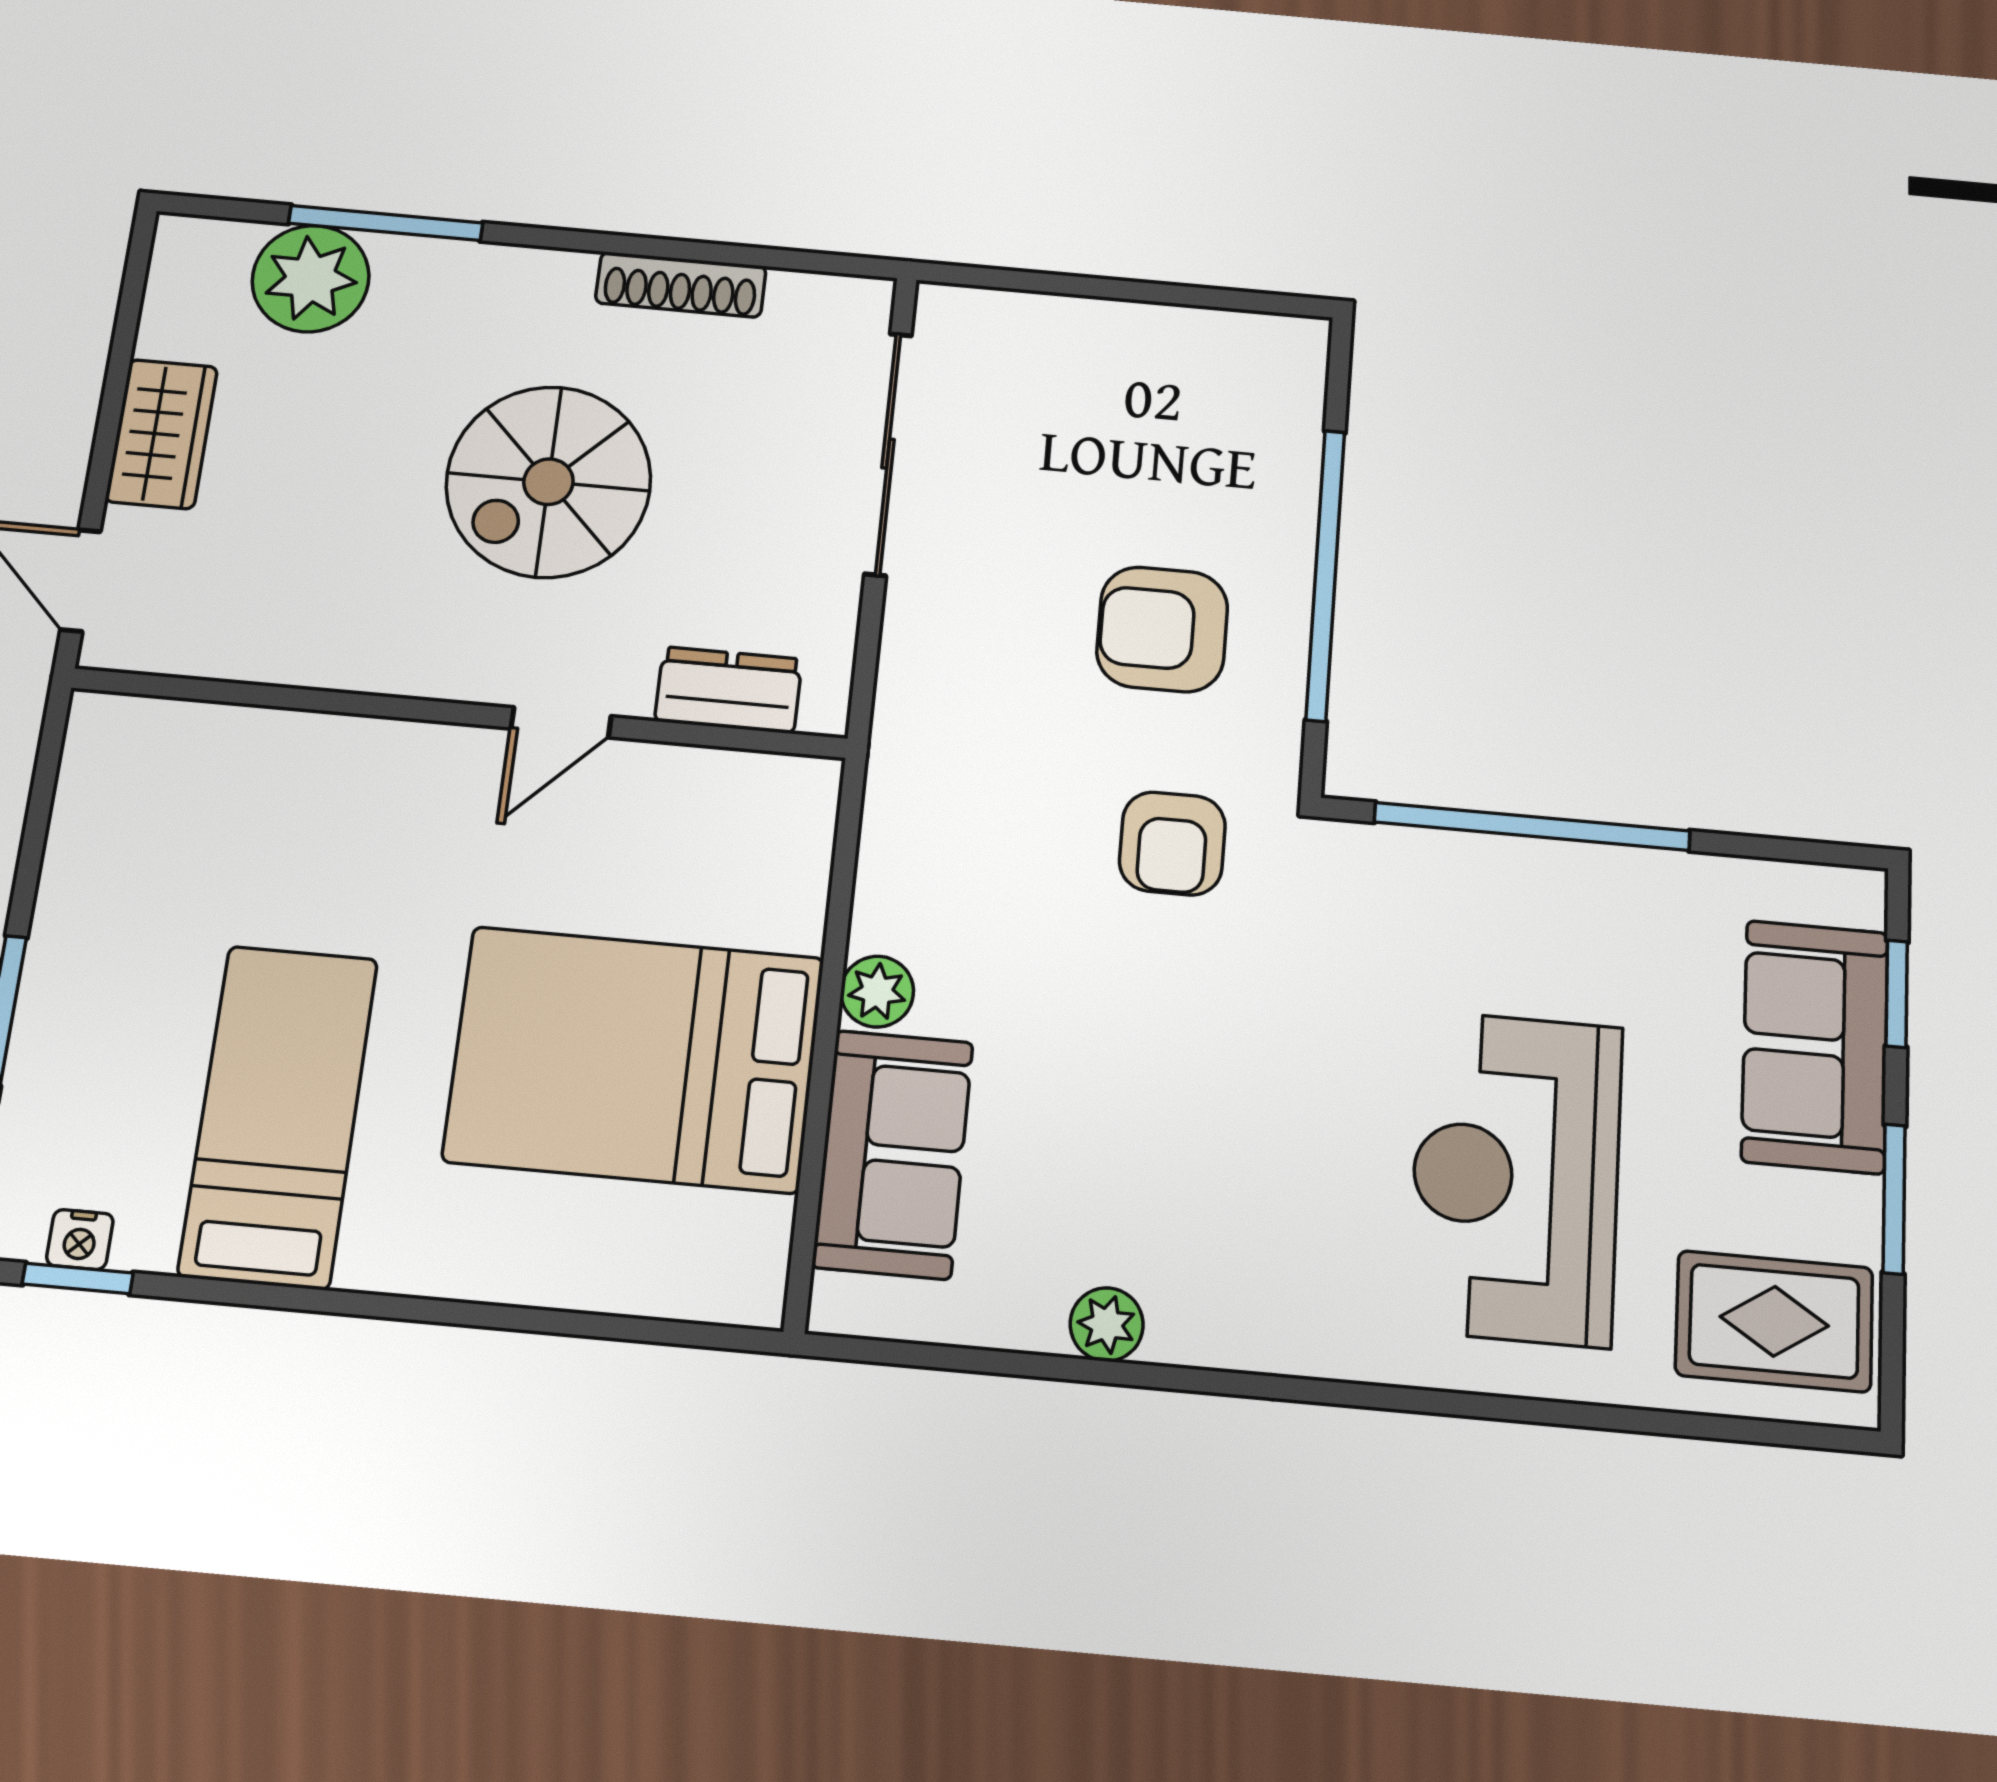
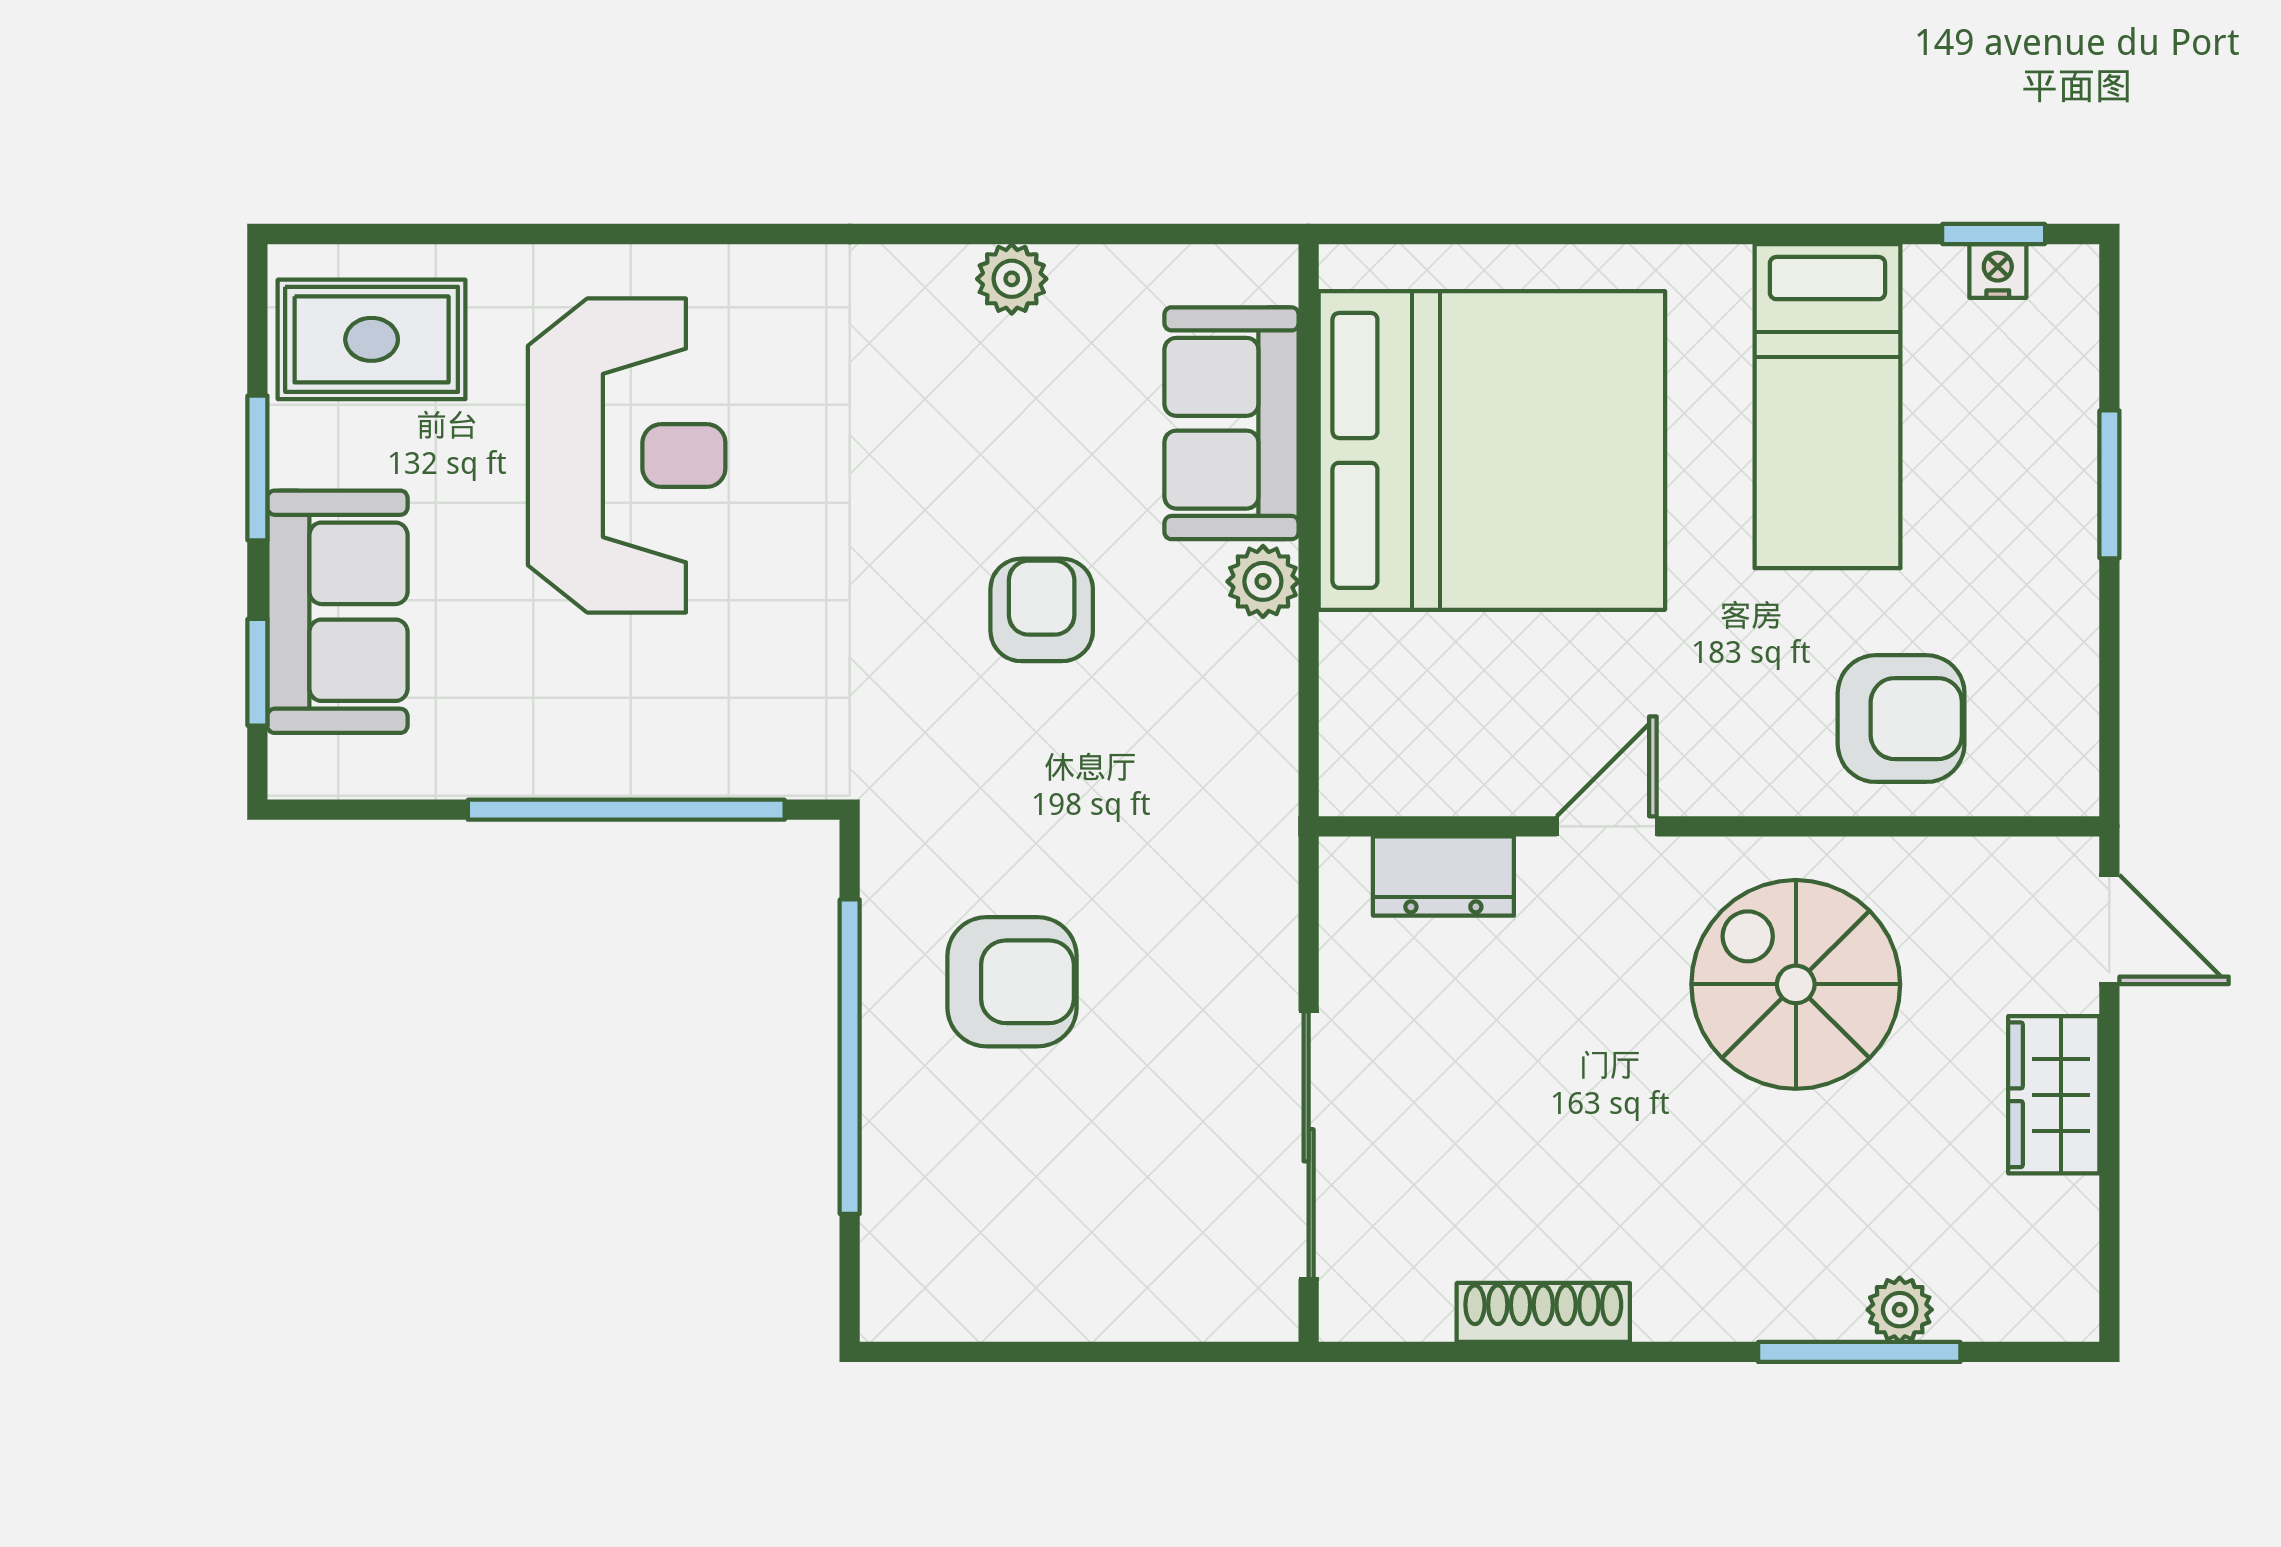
plant: (311, 279) -> (1900, 1310), width x0.53, depth x0.53
spiral stairs: (548, 482) -> (1796, 984), moved, turned -90
armchair: (253, 799) -> (1901, 719), added
armchair: (1172, 843) -> (1042, 610), moved
bed: (634, 1059) -> (1492, 450), width x1.36

